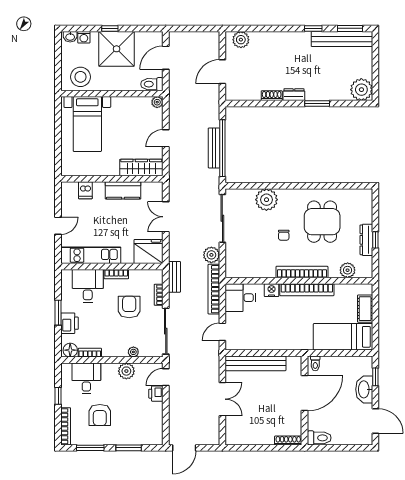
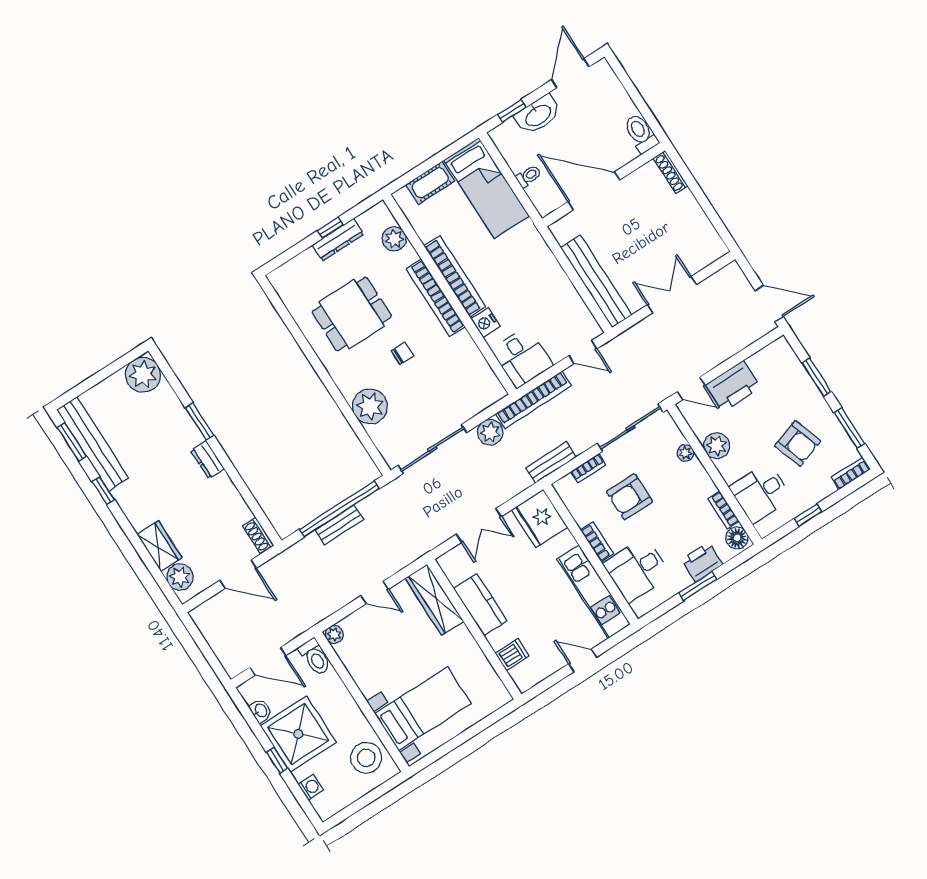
washbasin: (70, 37) -> (261, 711), moved
wardrobe: (264, 39) -> (160, 546), added
shoe rack: (272, 96) -> (258, 535), moved
bench: (214, 148) -> (339, 525), width x0.73
toilet: (315, 363) -> (529, 176), moved
printer: (156, 394) -> (733, 386), width x1.87, depth x1.48
armchair: (100, 415) -> (798, 443), turned 72
bookcase: (66, 426) -> (851, 473), width x0.64

